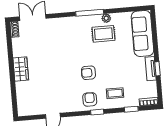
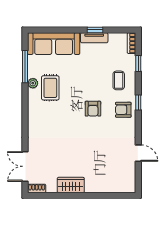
window: (90, 13) -> (25, 67), moved
wardrobe: (21, 69) -> (71, 185), moved

